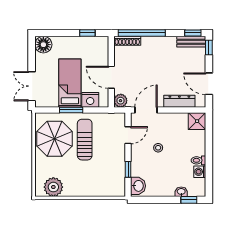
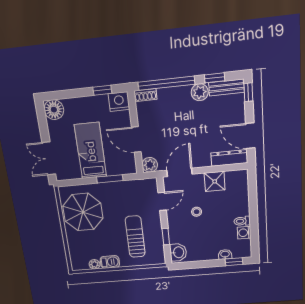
window: (193, 33) -> (215, 78), moved
shoe rack: (127, 41) -> (145, 95), width x0.70
plant: (169, 43) -> (200, 92), added
nightstand: (90, 100) -> (119, 102), moved, turned 180
dresser: (179, 101) -> (229, 158), moved
window: (71, 110) -> (110, 179), moved
shower: (197, 121) -> (215, 181), moved
sun lounger: (85, 140) -> (135, 237), moved
plant: (53, 187) -> (95, 264), width x0.53, depth x0.53
barbecue: (73, 190) -> (110, 262), added

